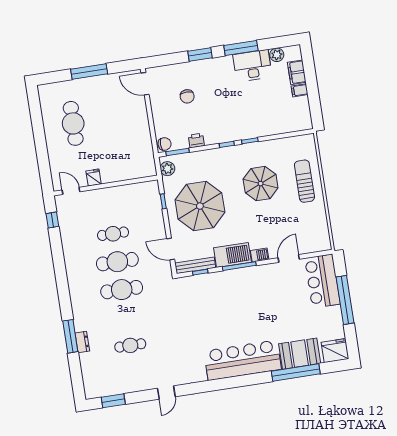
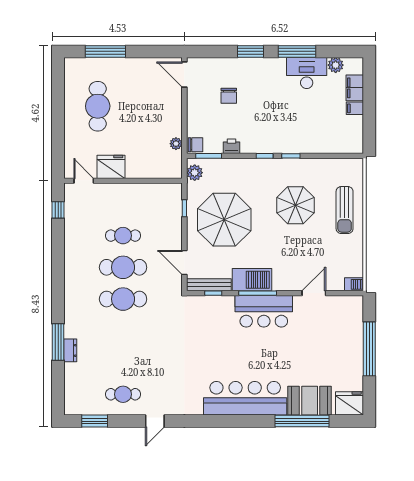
window: (89, 72) -> (105, 51), moved
plant: (147, 146) -> (176, 144), added
fridge: (94, 177) -> (111, 167), width x1.88, depth x1.34
sun lounger: (304, 181) -> (345, 210), turned 180
barbecue: (260, 255) -> (354, 284), moved
bar counter: (322, 281) -> (264, 311), moved, turned -90
cafe table: (130, 345) -> (123, 394), moved

